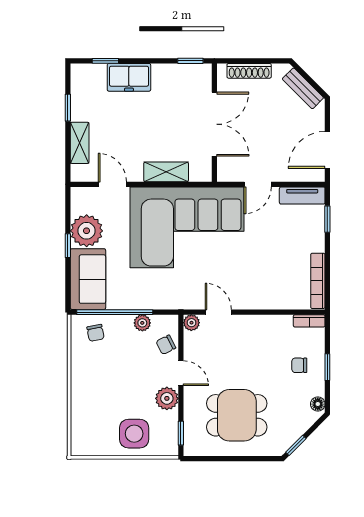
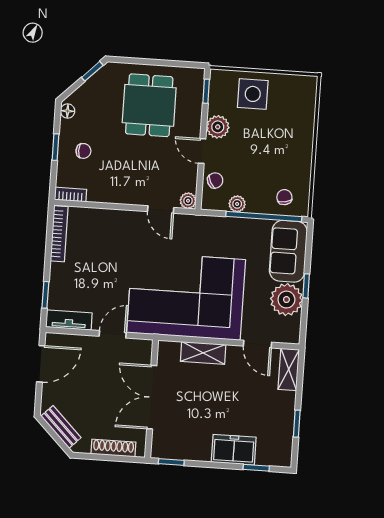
shelving: (80, 143) -> (289, 369), moved
dining table: (237, 415) -> (149, 105), turned 90

